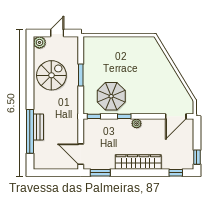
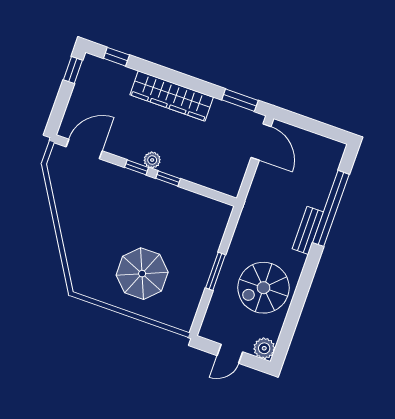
parasol: (111, 96) -> (142, 274), moved
window: (94, 116) -> (137, 167), moved
bench: (38, 127) -> (308, 230), moved

